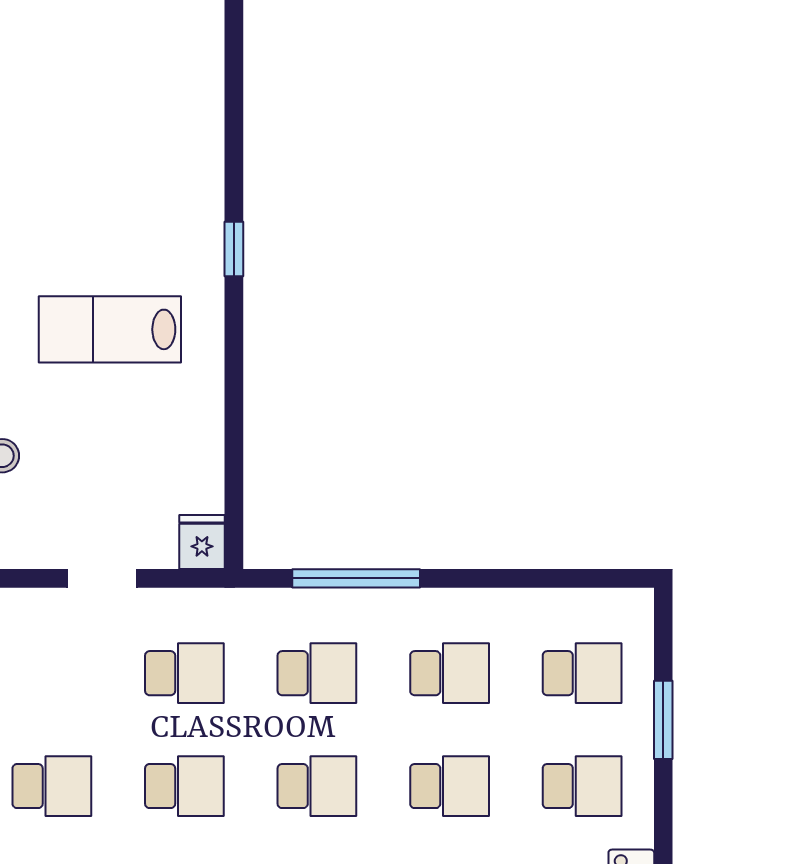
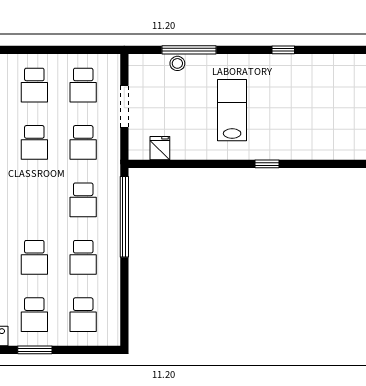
fridge: (202, 542) -> (160, 148), moved, turned -90
doorway: (102, 578) -> (124, 107), width x1.38
window: (356, 578) -> (124, 217), width x1.46
window: (663, 720) -> (35, 350), moved
school desk: (317, 786) -> (83, 85), moved

